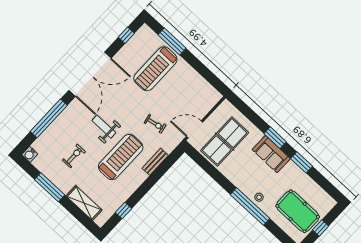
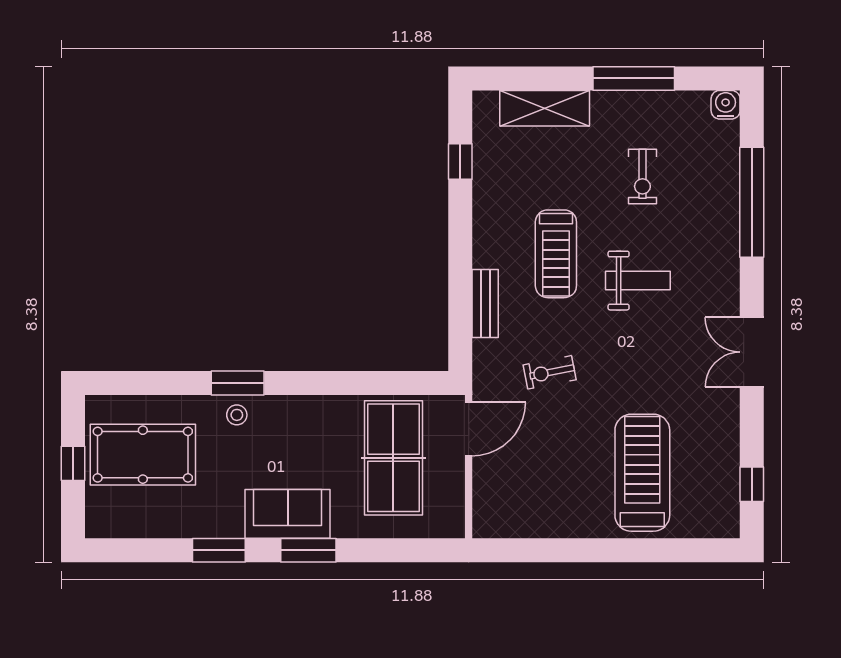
window: (172, 42) -> (658, 550), removed
double door: (90, 74) -> (752, 352), width x0.54
treadmill: (121, 157) -> (556, 254), width x0.73, depth x0.73
window: (250, 206) -> (238, 383), width x0.47

